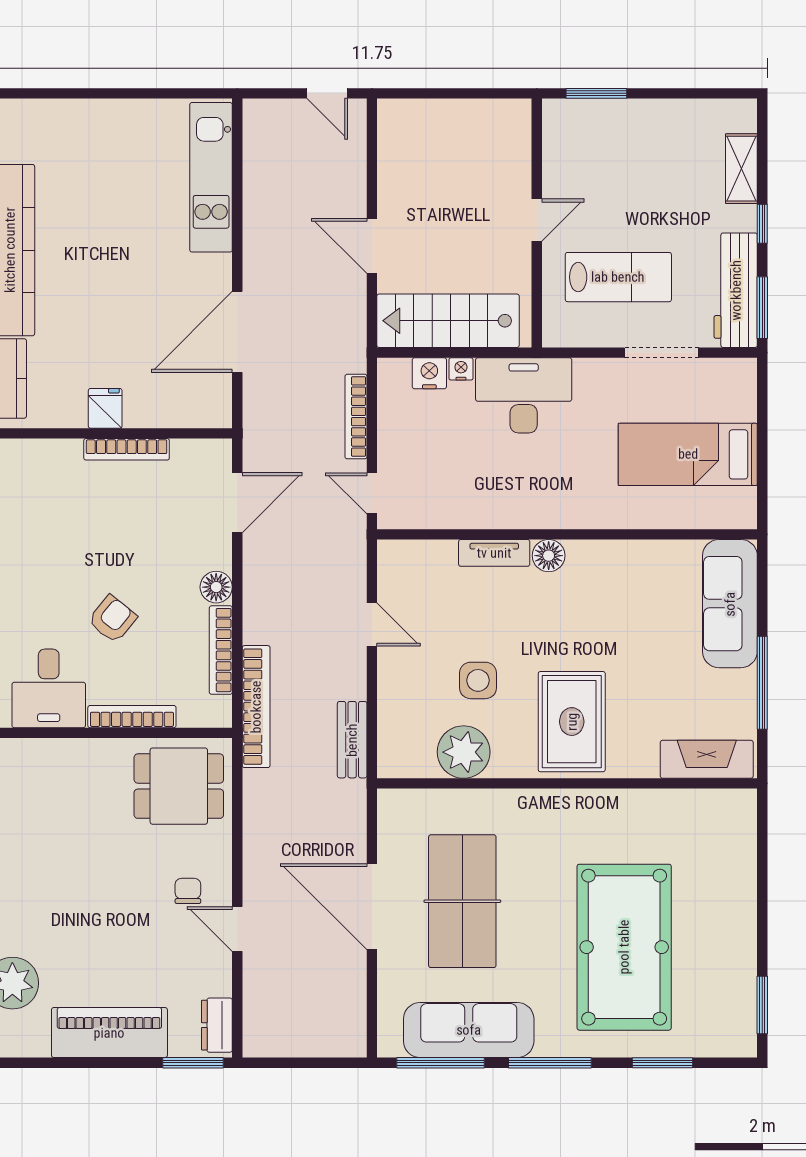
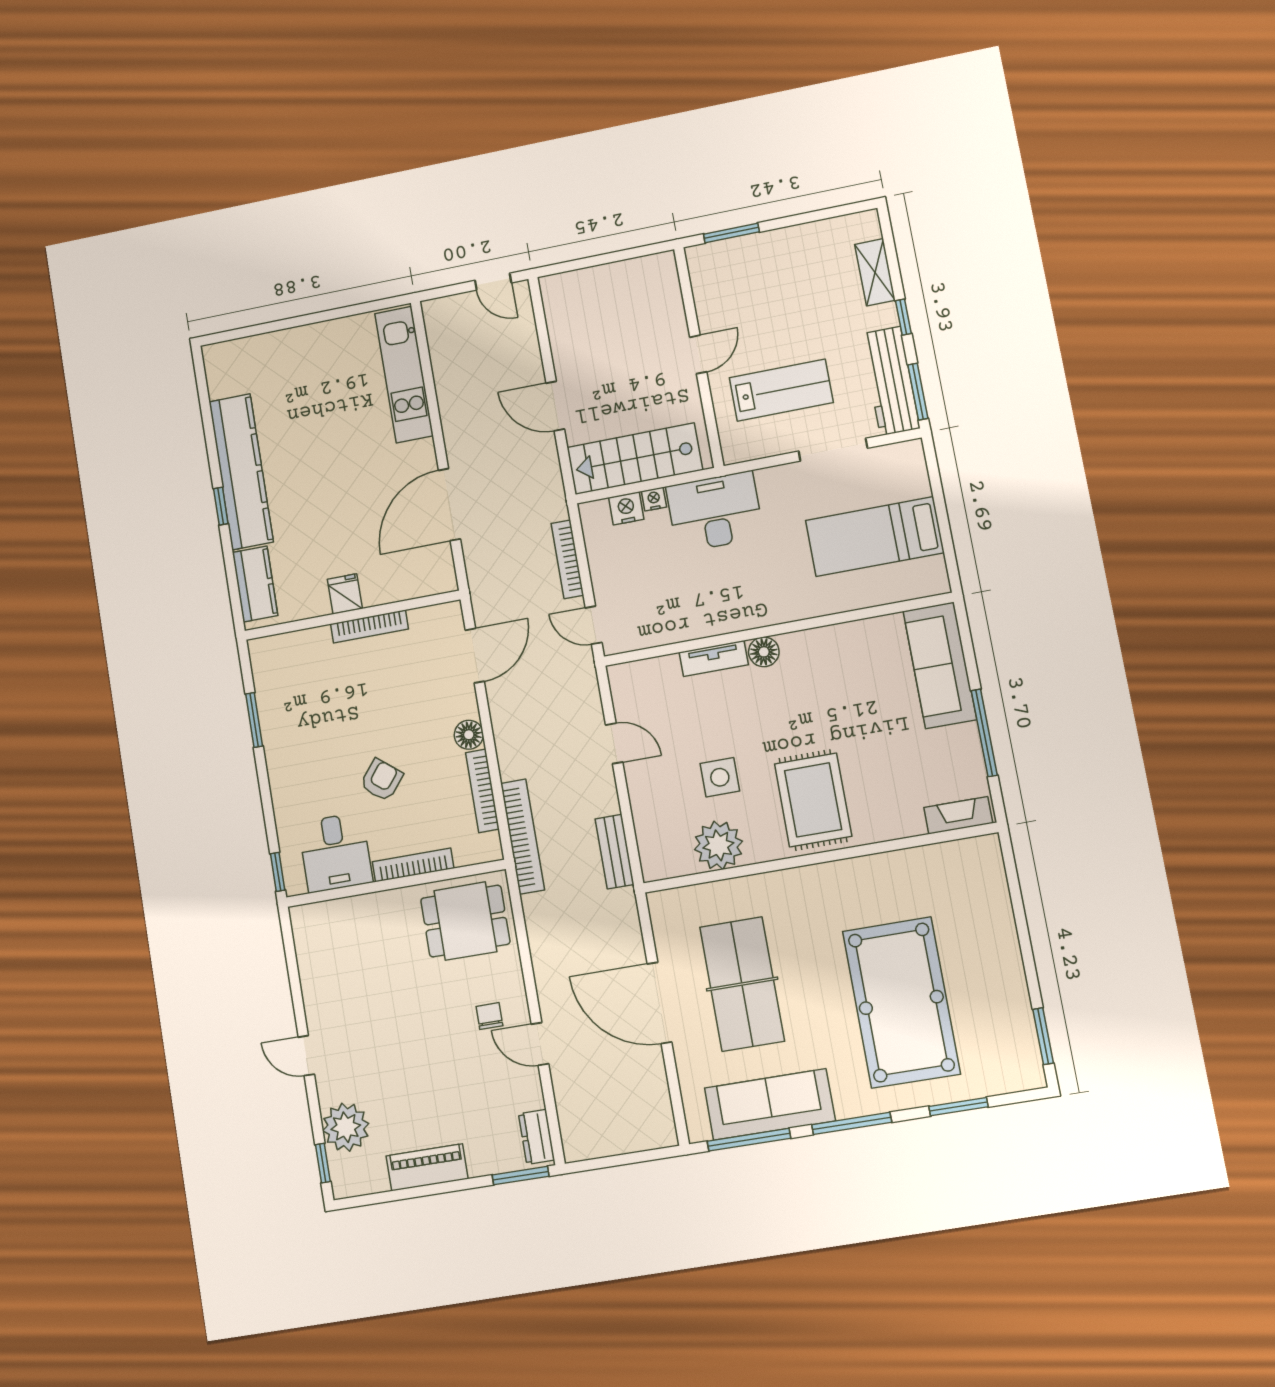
fireplace: (707, 759) -> (958, 815), width x0.73, depth x0.76
piano: (109, 1033) -> (427, 1167), width x0.73, depth x0.75

